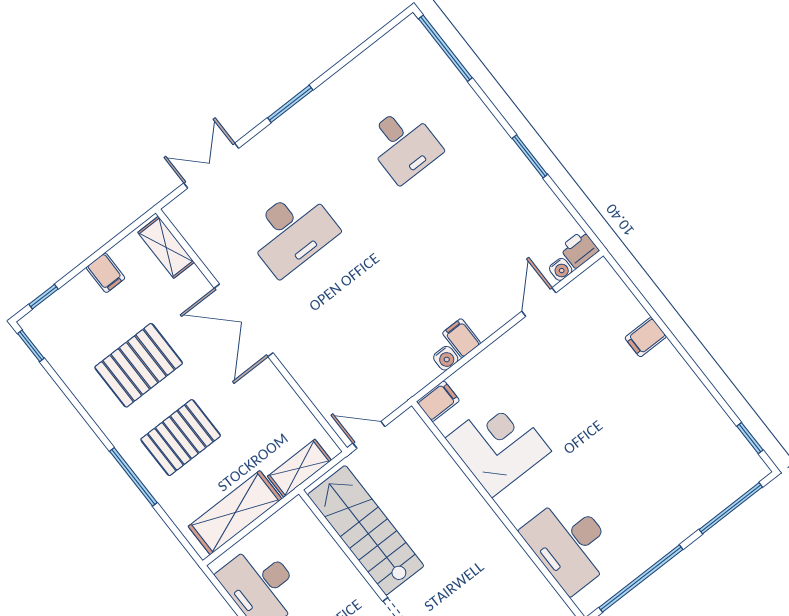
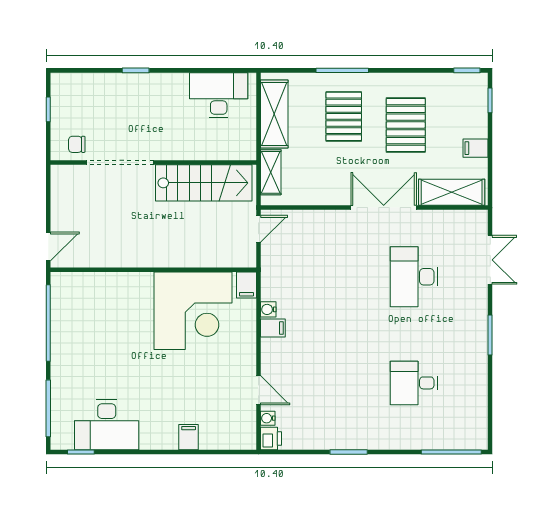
shelving: (166, 247) -> (452, 192), width x1.50, depth x1.33
corner desk: (498, 445) -> (193, 311), width x1.36, depth x1.36
desk: (570, 544) -> (107, 425), moved, turned 180

